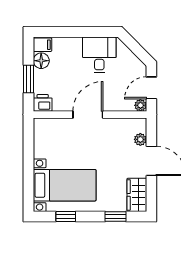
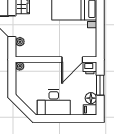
desk: (99, 55) -> (54, 102), width x1.37
door: (151, 88) -> (12, 79), removed
door: (88, 115) -> (72, 60), moved

